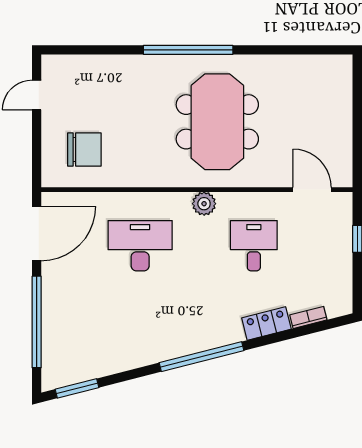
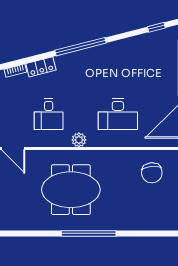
meeting table: (217, 122) -> (71, 190), turned 90
chair: (84, 149) -> (152, 173), turned -96
window: (77, 388) -> (156, 27), width x0.67

